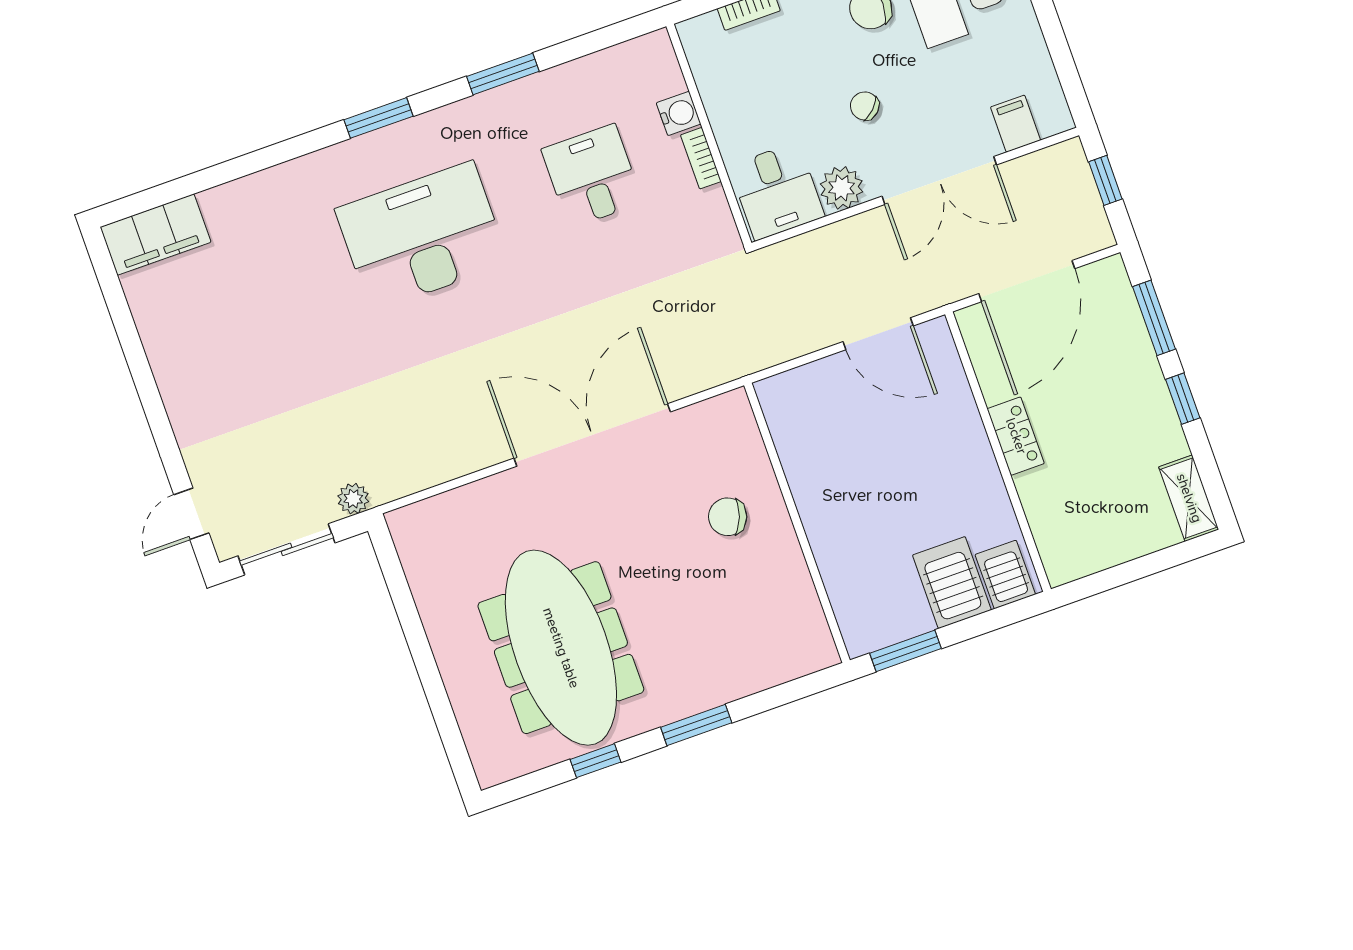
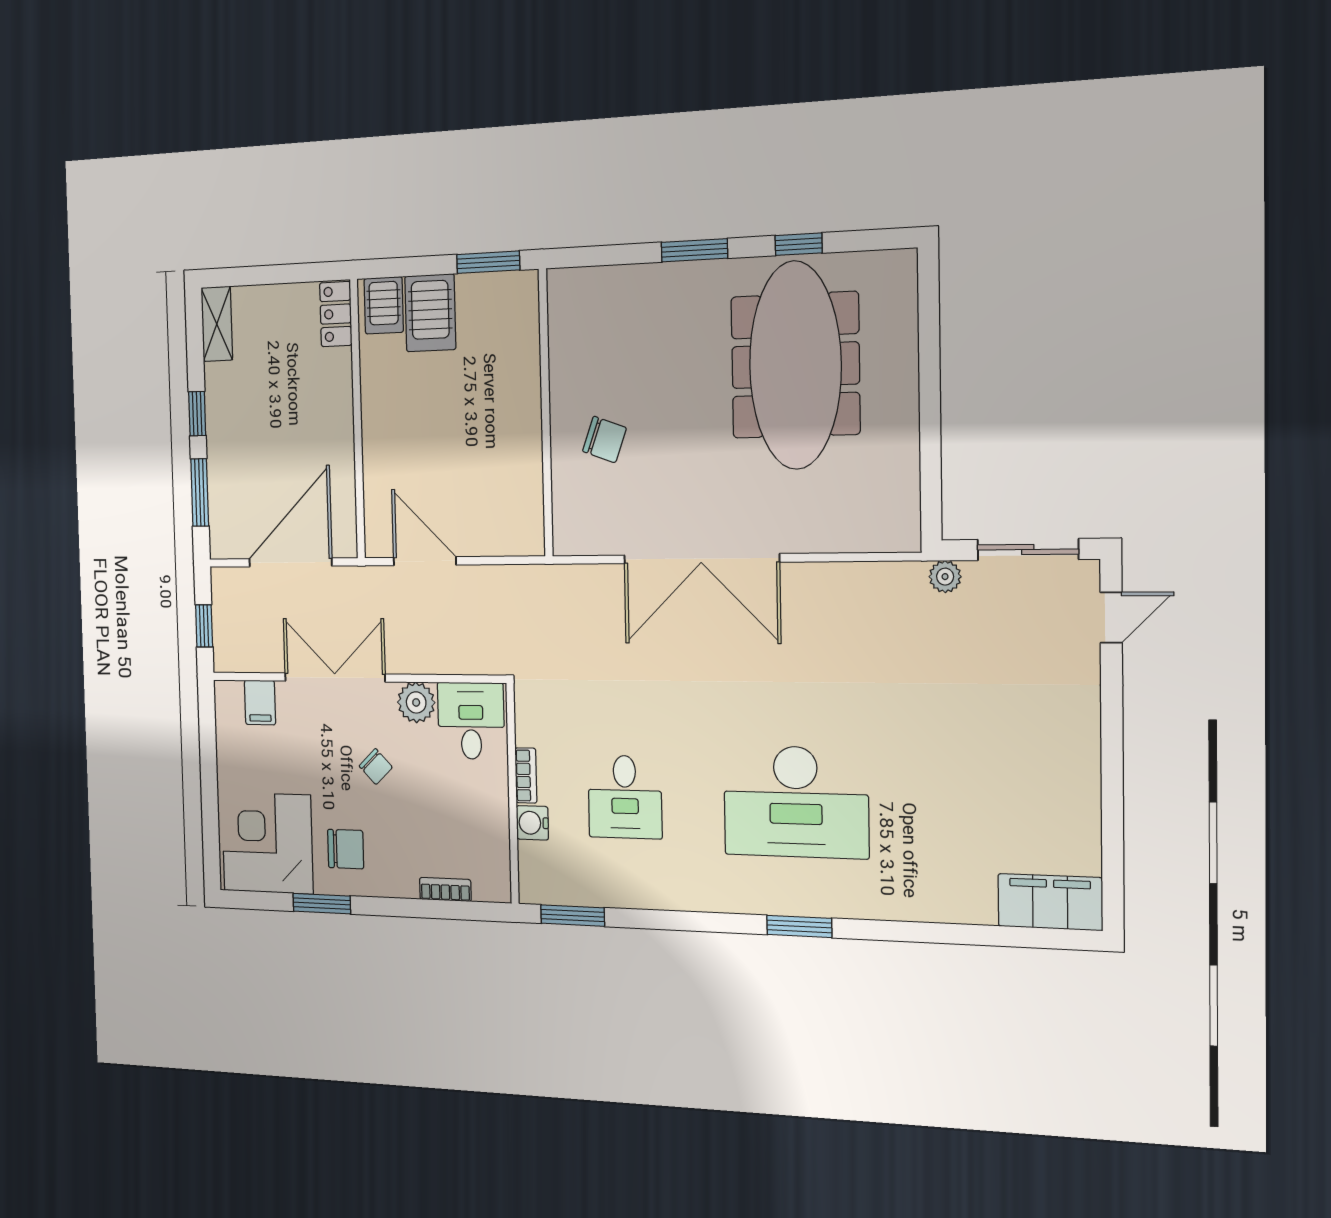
window: (503, 74) -> (573, 916), moved
locker: (1016, 436) -> (336, 314), moved

